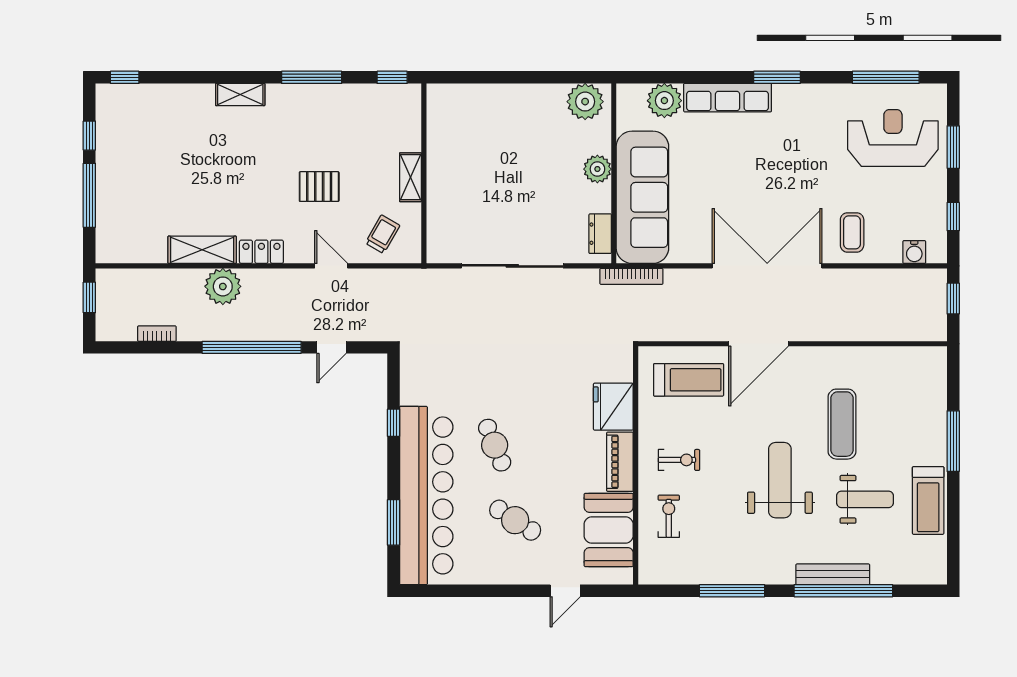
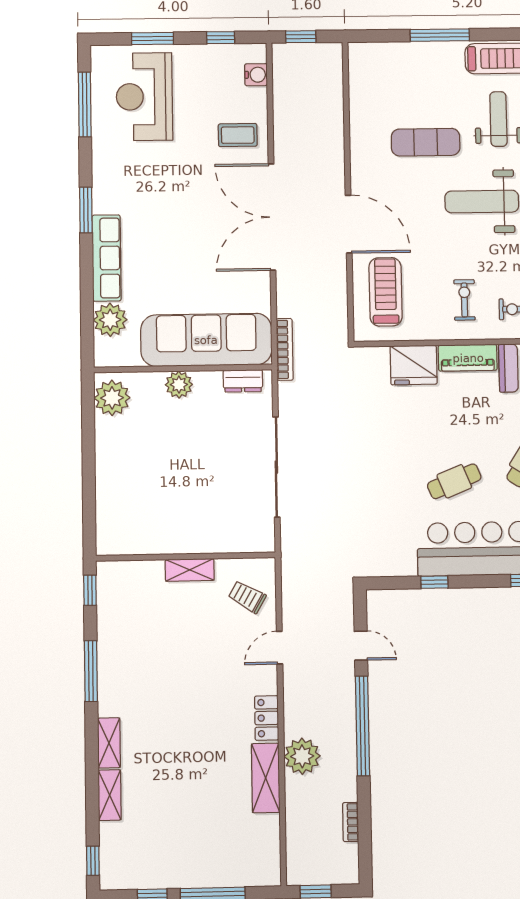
shelving: (189, 95) -> (110, 795), added
pallet: (319, 187) -> (200, 661), removed

